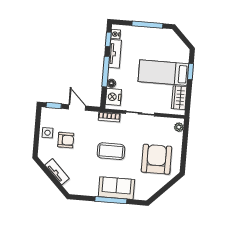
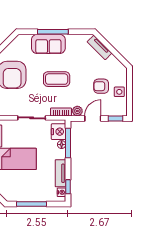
window: (106, 72) -> (68, 143), moved
door: (77, 107) -> (93, 118), swing flipped
plant: (92, 117) -> (77, 111), added
tv unit: (57, 172) -> (100, 47), moved

